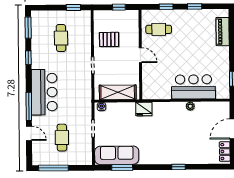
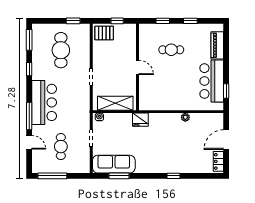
cafe table: (159, 29) -> (171, 50), moved
cafe table: (61, 38) -> (61, 50), width x1.37, depth x1.35
pallet: (109, 39) -> (104, 33), moved
bar counter: (193, 87) -> (212, 81), moved, turned -90

